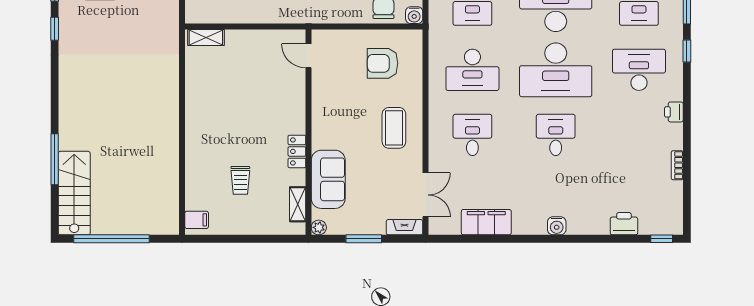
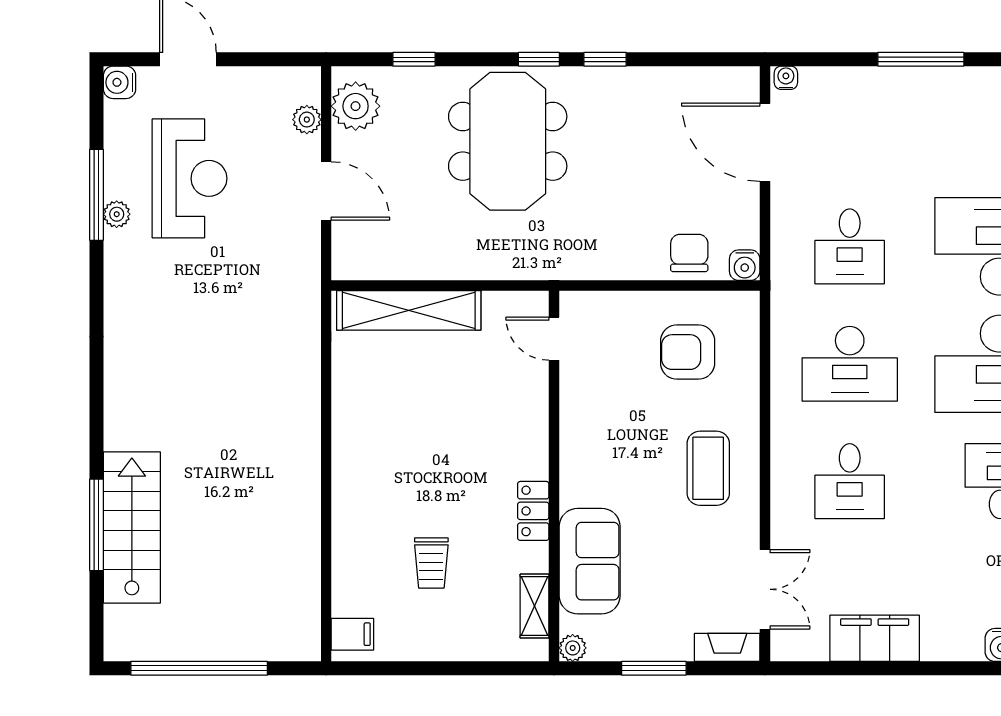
window: (55, 29) -> (96, 290), removed
shelving: (206, 37) -> (409, 310), width x2.20, depth x1.33
desk: (472, 135) -> (850, 481), turned 180
stairs: (74, 193) -> (132, 527), moved

